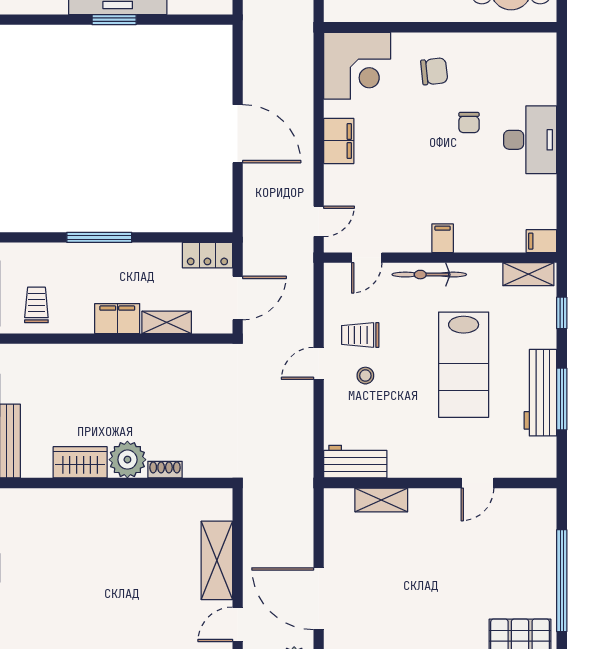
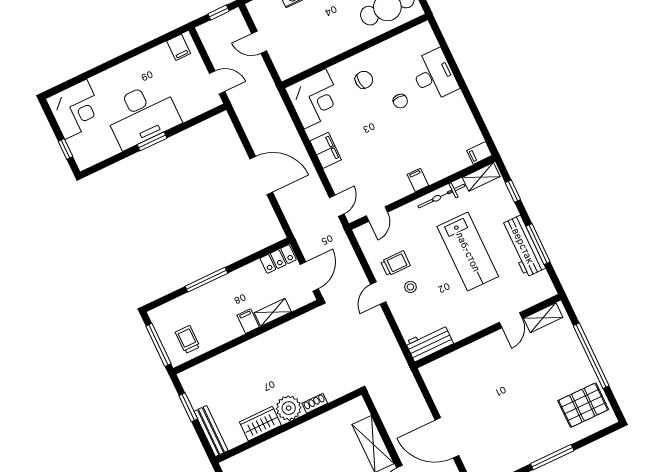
desk: (530, 140) -> (434, 75), moved
bicycle: (429, 275) -> (441, 196), moved
filing cabinet: (117, 319) -> (248, 321), width x0.50
trolley: (360, 335) -> (395, 263), turned 180
shelving: (381, 500) -> (543, 318), moved

